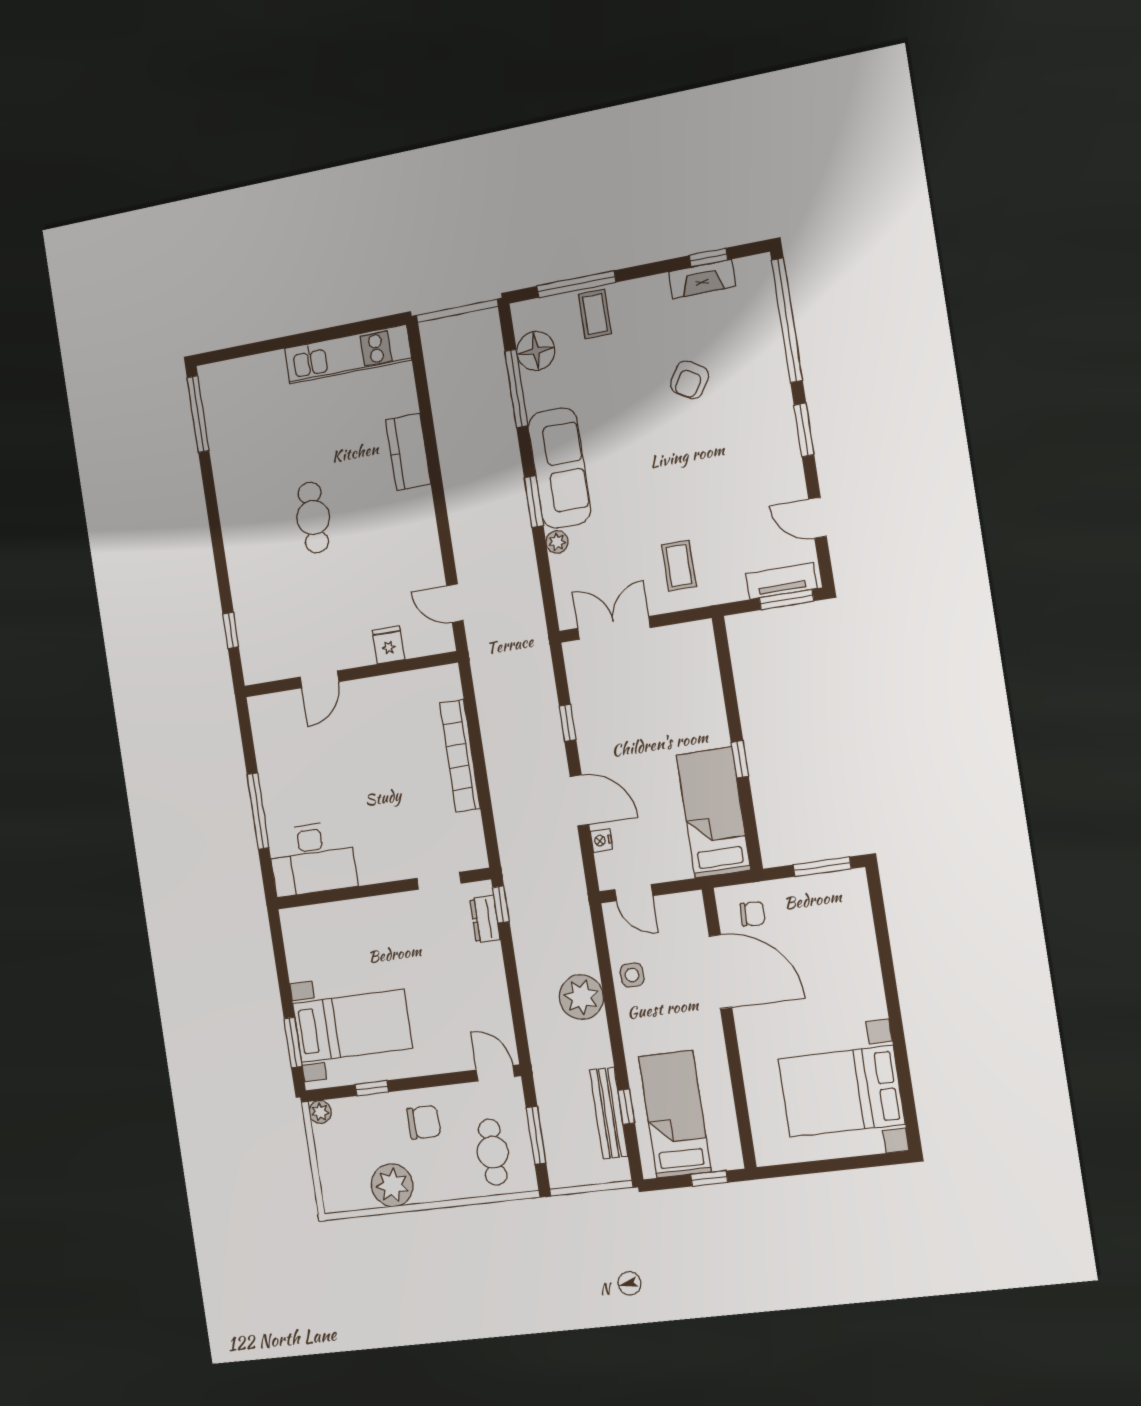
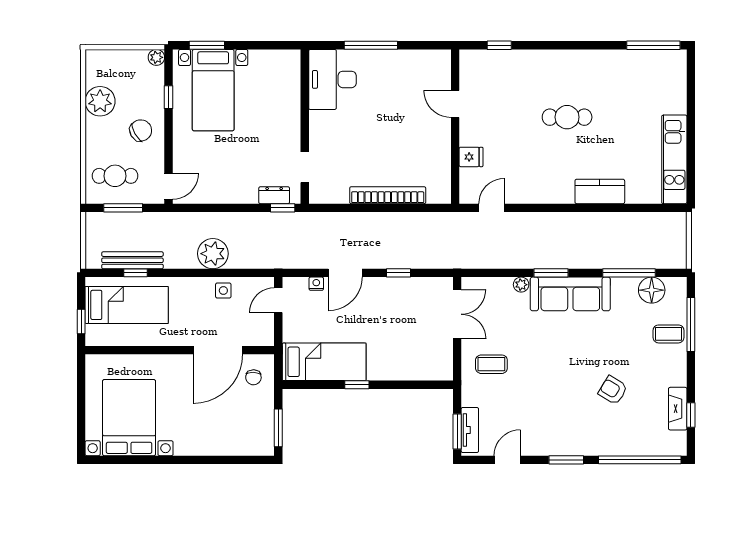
chair: (424, 1122) -> (141, 130), turned -120

